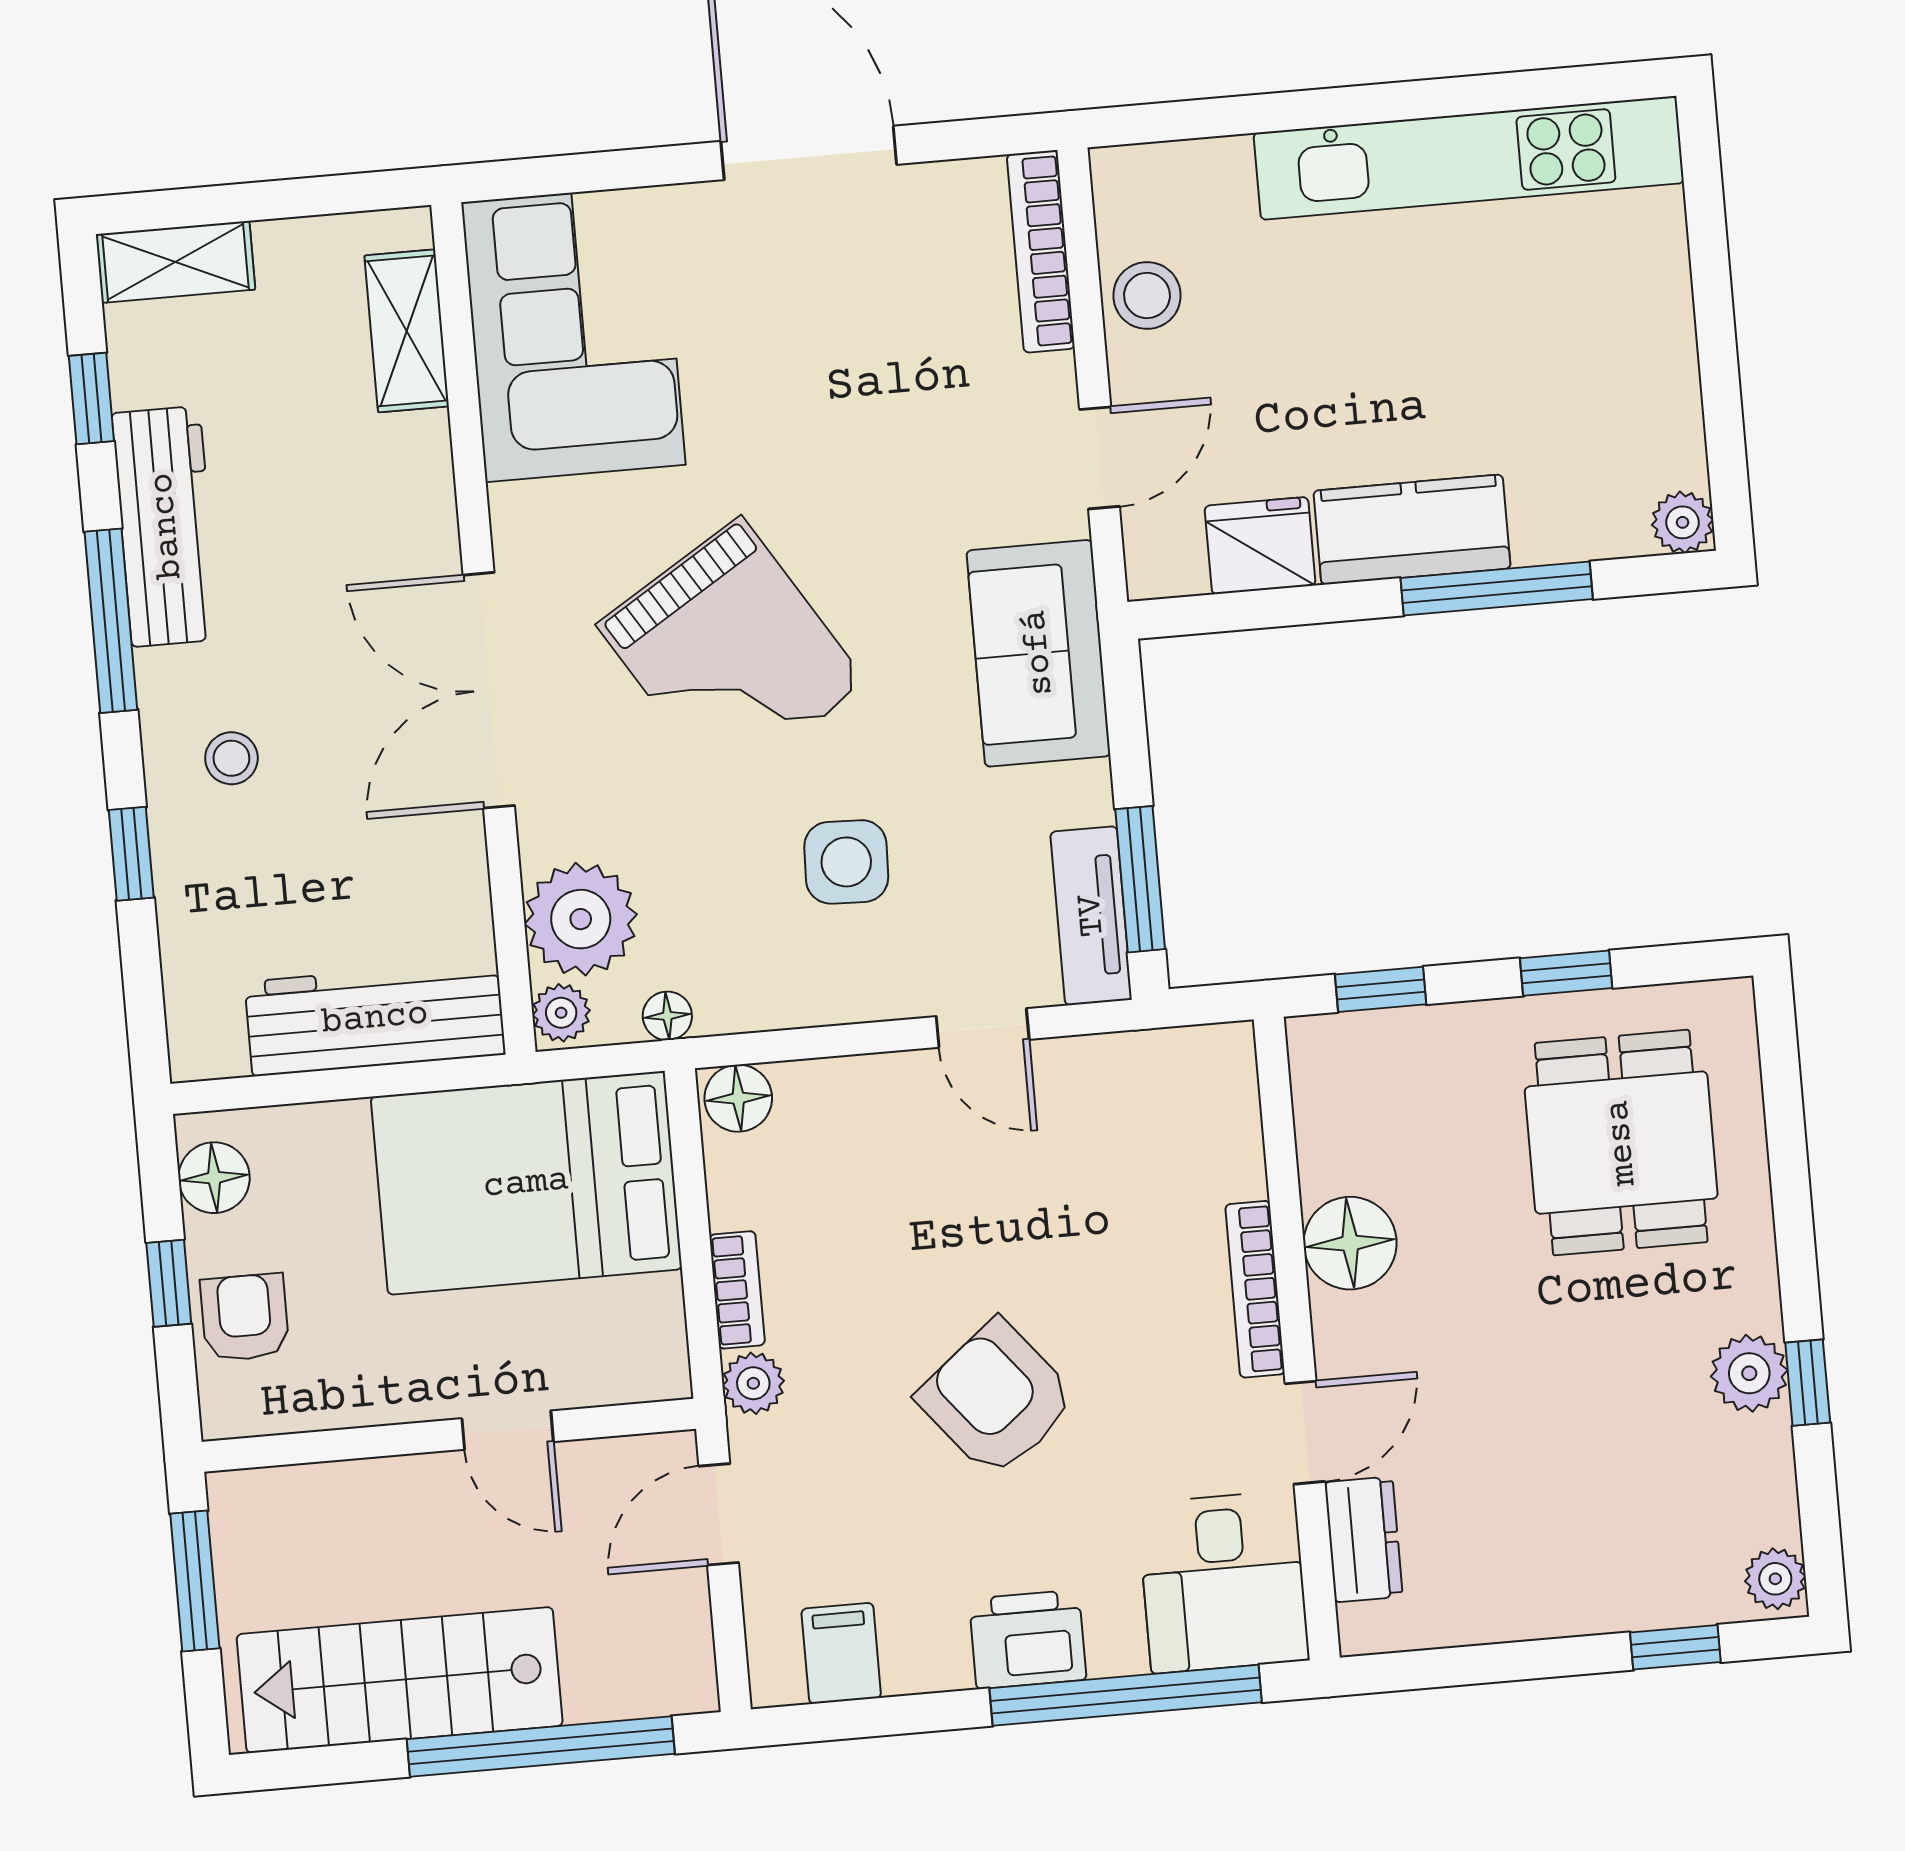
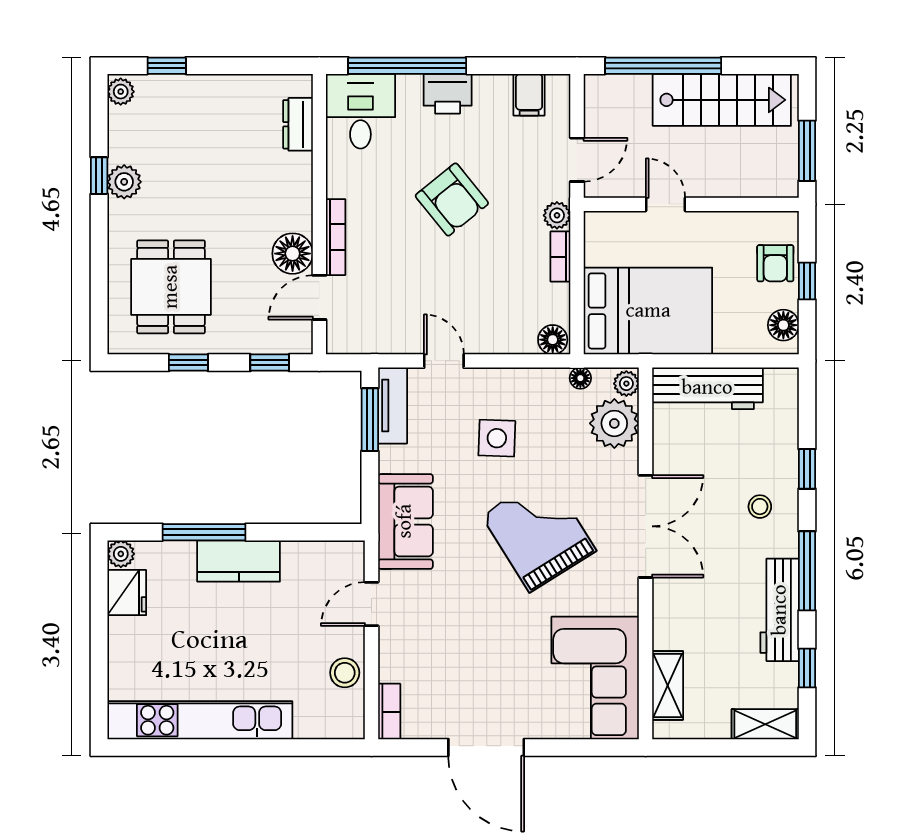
bookcase: (1041, 251) -> (389, 712), width x0.64
fridge: (1260, 546) -> (127, 593), moved, turned -90
door: (1305, 1433) -> (319, 297), moved

